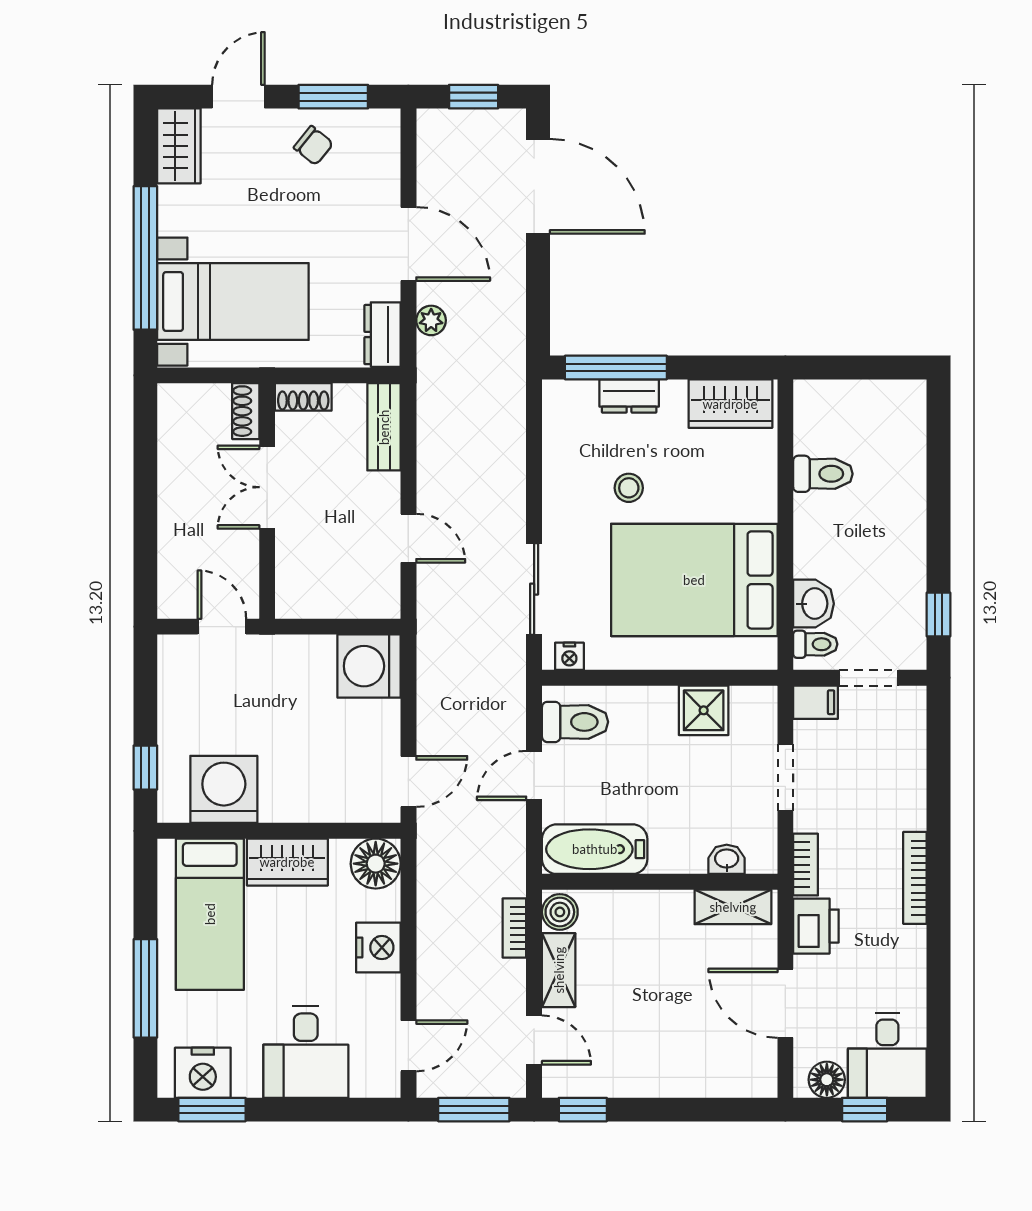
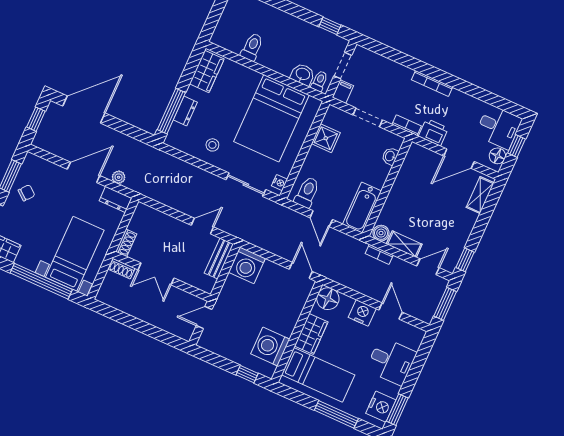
bench: (384, 427) -> (219, 259), moved, turned 90
stool: (629, 488) -> (212, 145), moved
shelving: (733, 907) -> (480, 195), moved
door: (408, 1046) -> (391, 311), moved

